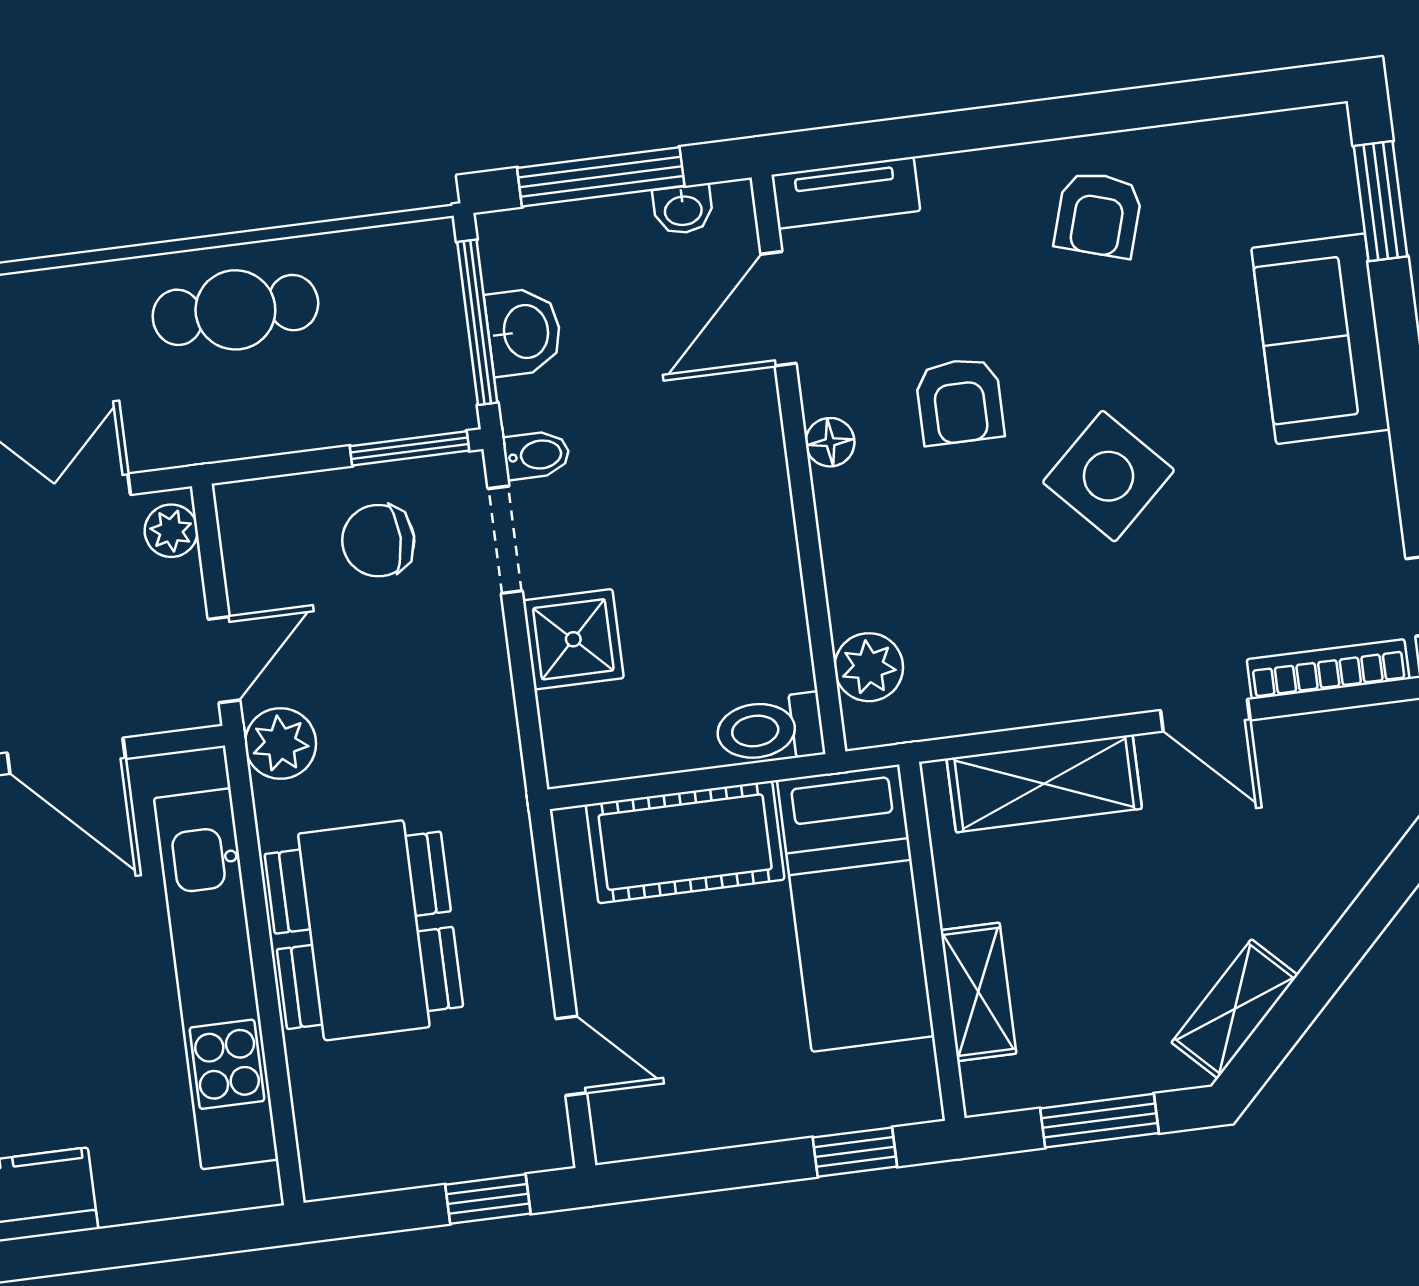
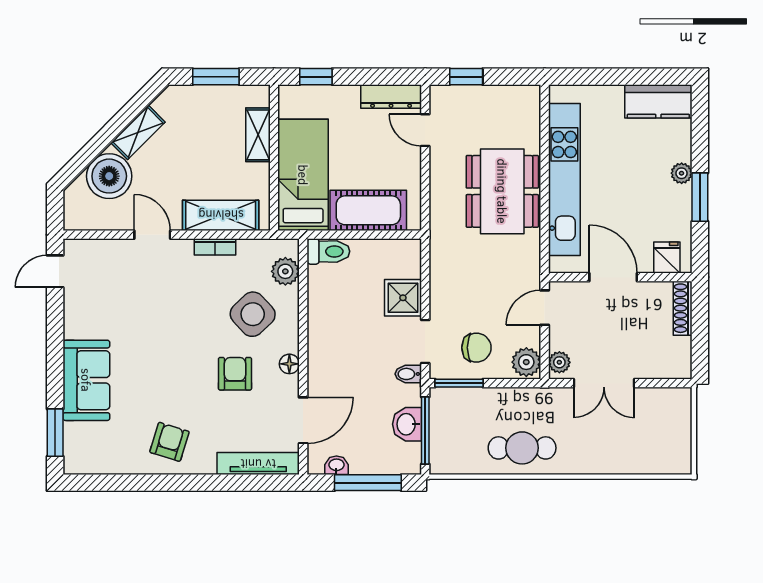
tv unit: (846, 193) -> (258, 464), width x1.41
side table: (1108, 476) -> (253, 314), moved
bookcase: (1328, 669) -> (215, 247), moved, width x0.64
plant: (280, 743) -> (526, 362), moved
boiler: (1329, 845) -> (109, 176), added
shelving: (1235, 1009) -> (138, 132), moved
dresser: (665, 1127) -> (391, 96), added

